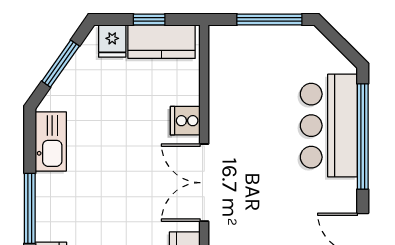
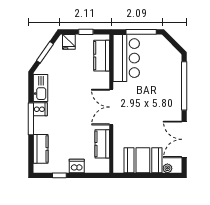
kitchen counter: (162, 42) -> (102, 56), moved, turned 90
cooker: (185, 121) -> (40, 109), moved, turned 180
bar counter: (329, 126) -> (126, 58), moved, turned 180

